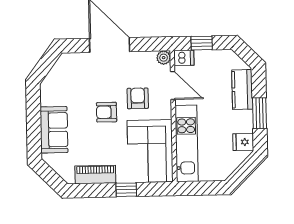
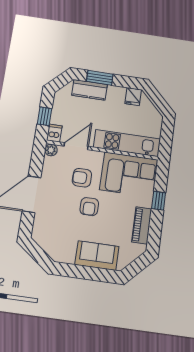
window: (259, 113) -> (100, 78), moved

